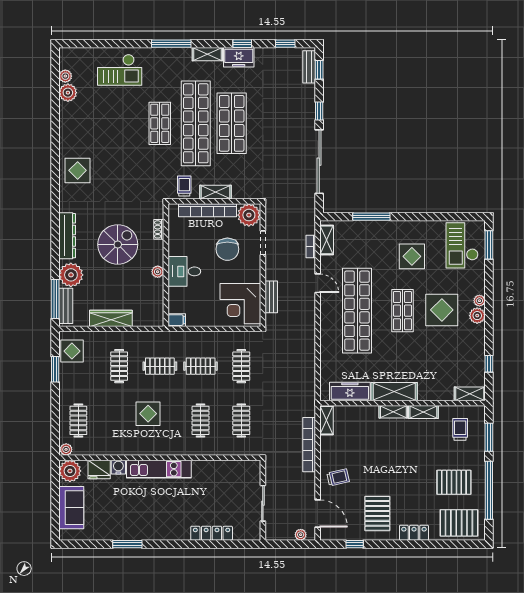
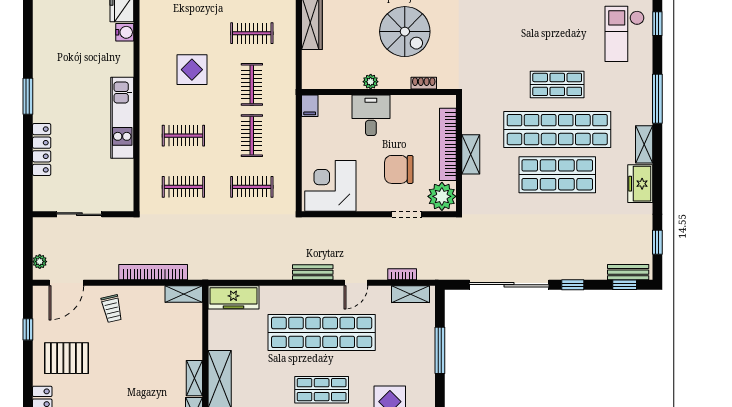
window: (242, 44) -> (657, 24), moved
trolley: (184, 186) -> (478, 115), removed
bench: (271, 297) -> (313, 272), moved
freezer: (350, 392) -> (233, 297), moved, turned 90
kitchen unit: (159, 469) -> (122, 118), moved
window: (127, 544) -> (28, 96), moved

